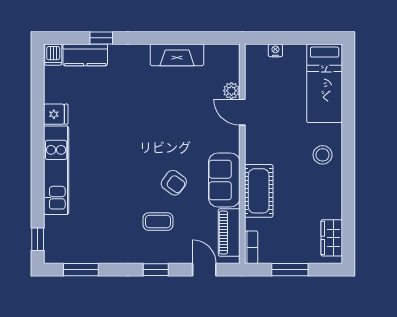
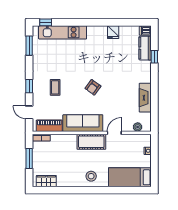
plant: (231, 91) -> (138, 127), moved
kitchen unit: (56, 170) -> (63, 32), moved
sofa: (224, 180) -> (83, 123), width x1.36
armchair: (174, 183) -> (93, 87), moved
cot: (259, 191) -> (91, 142), moved
door: (204, 270) -> (29, 112), swing flipped

